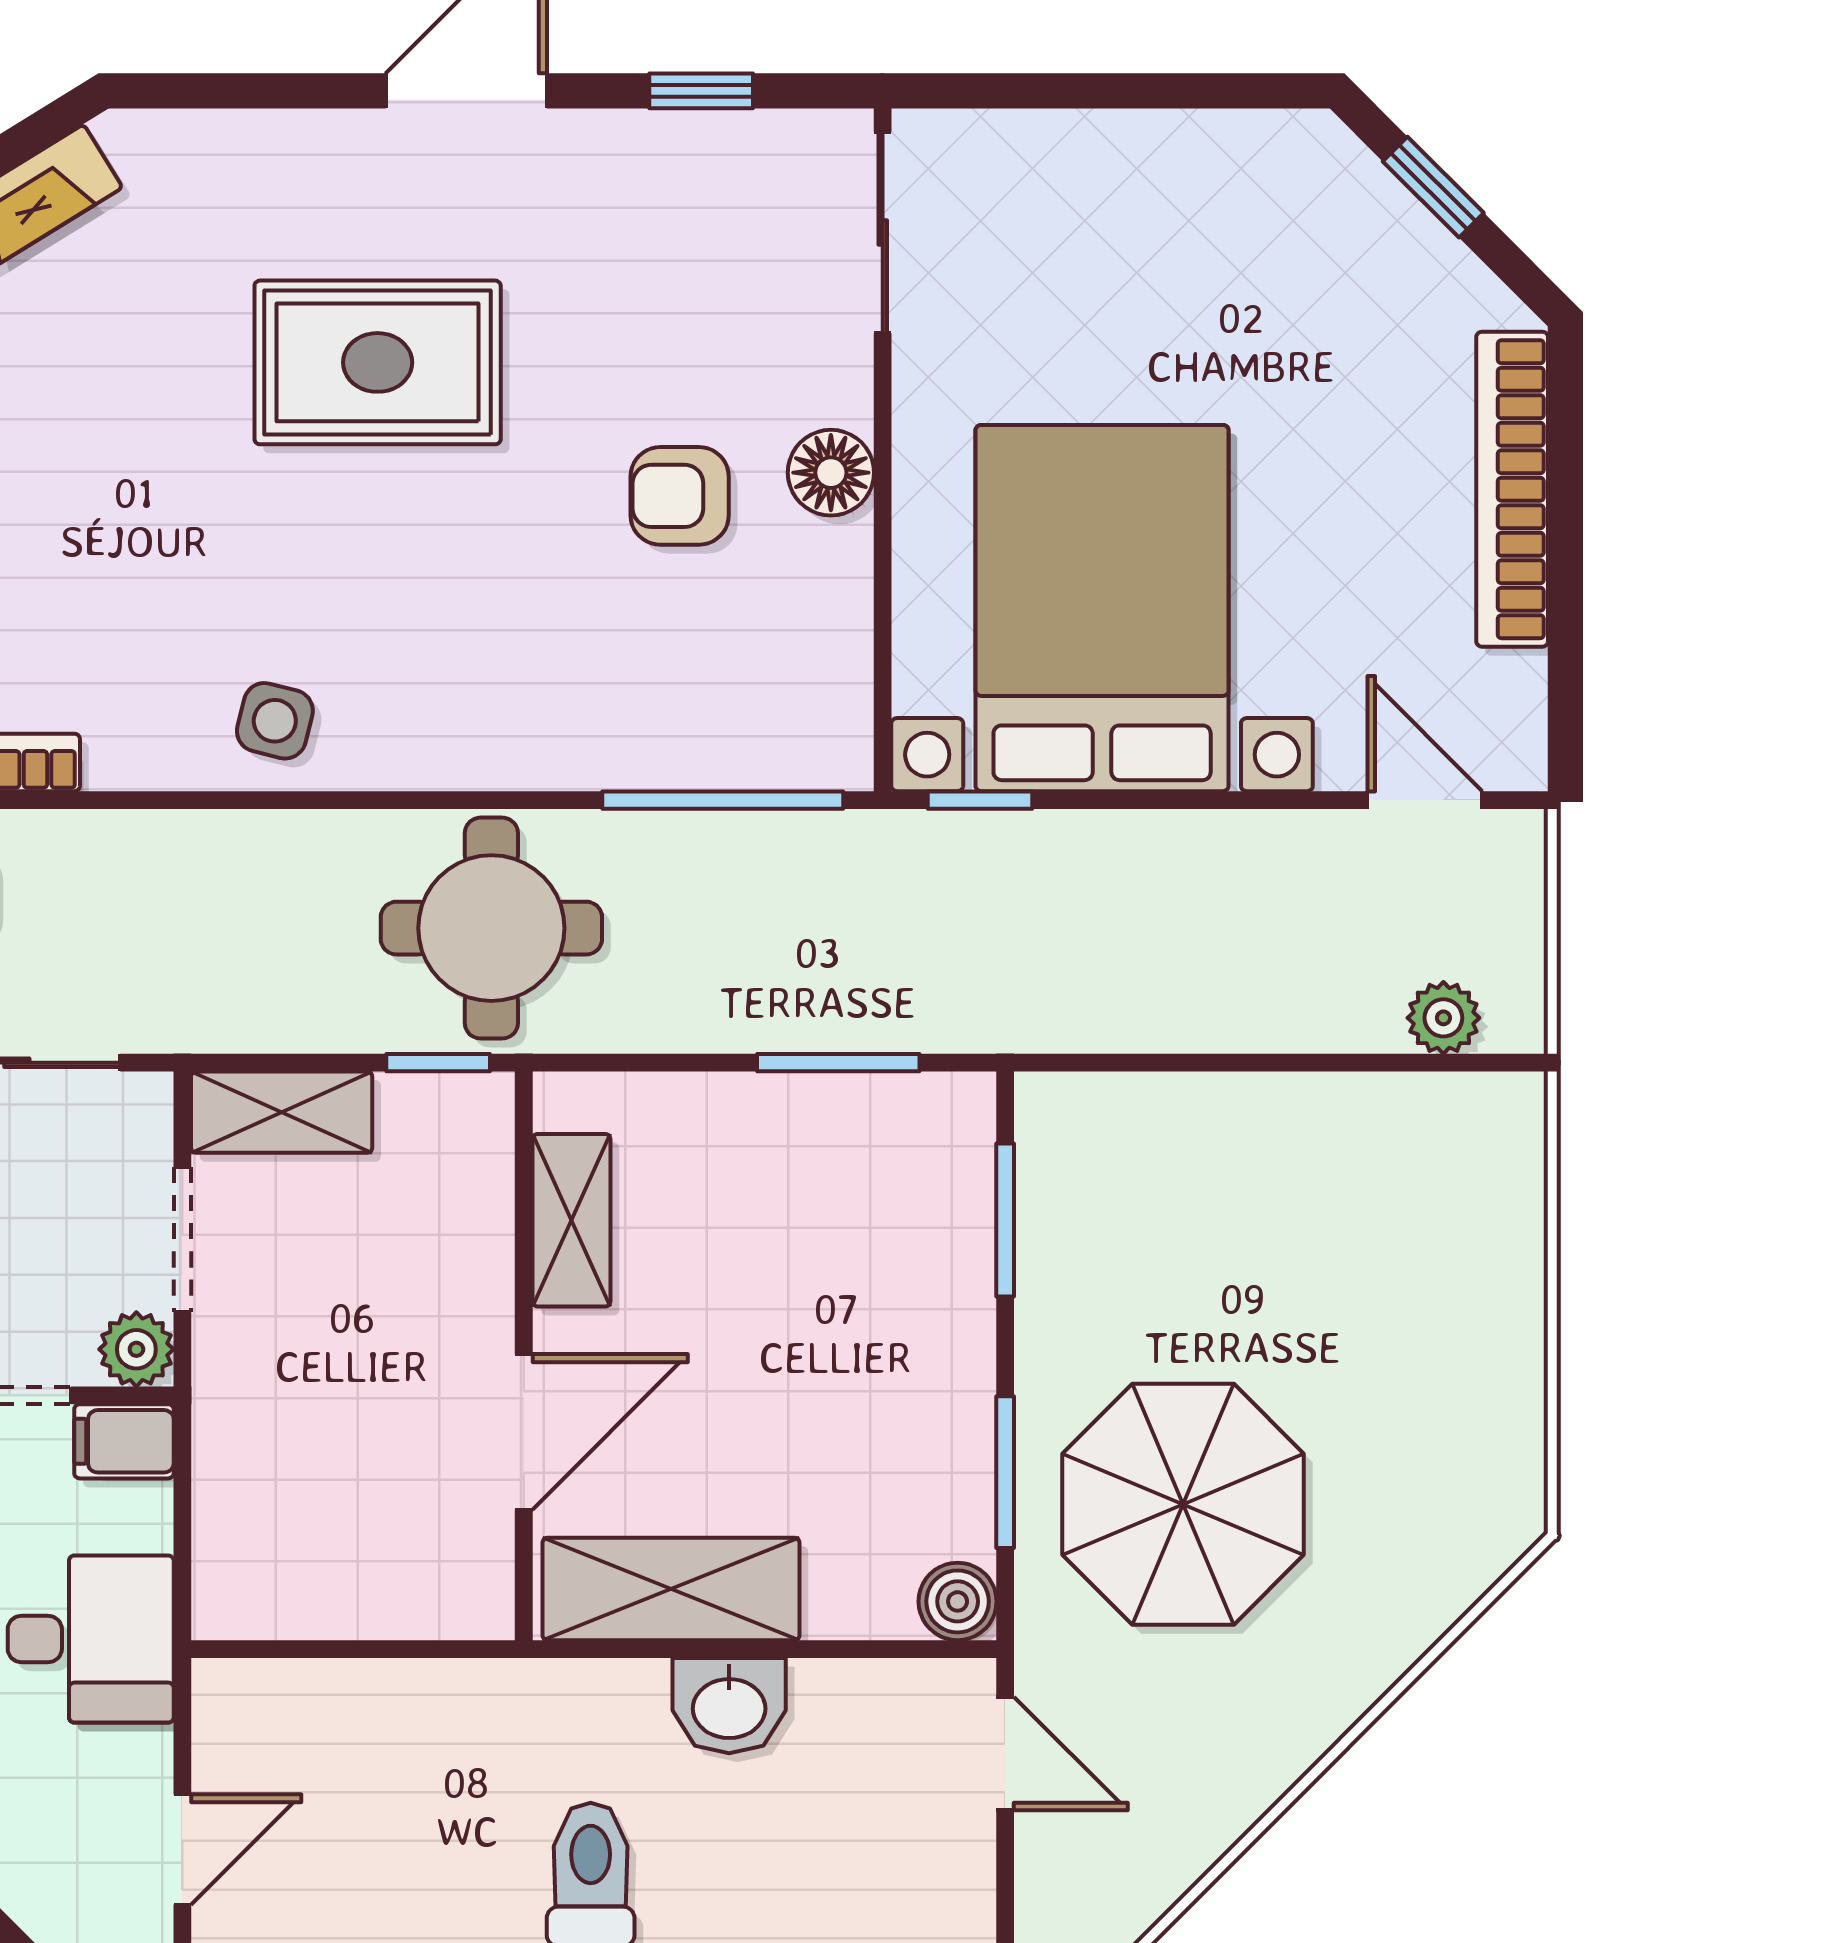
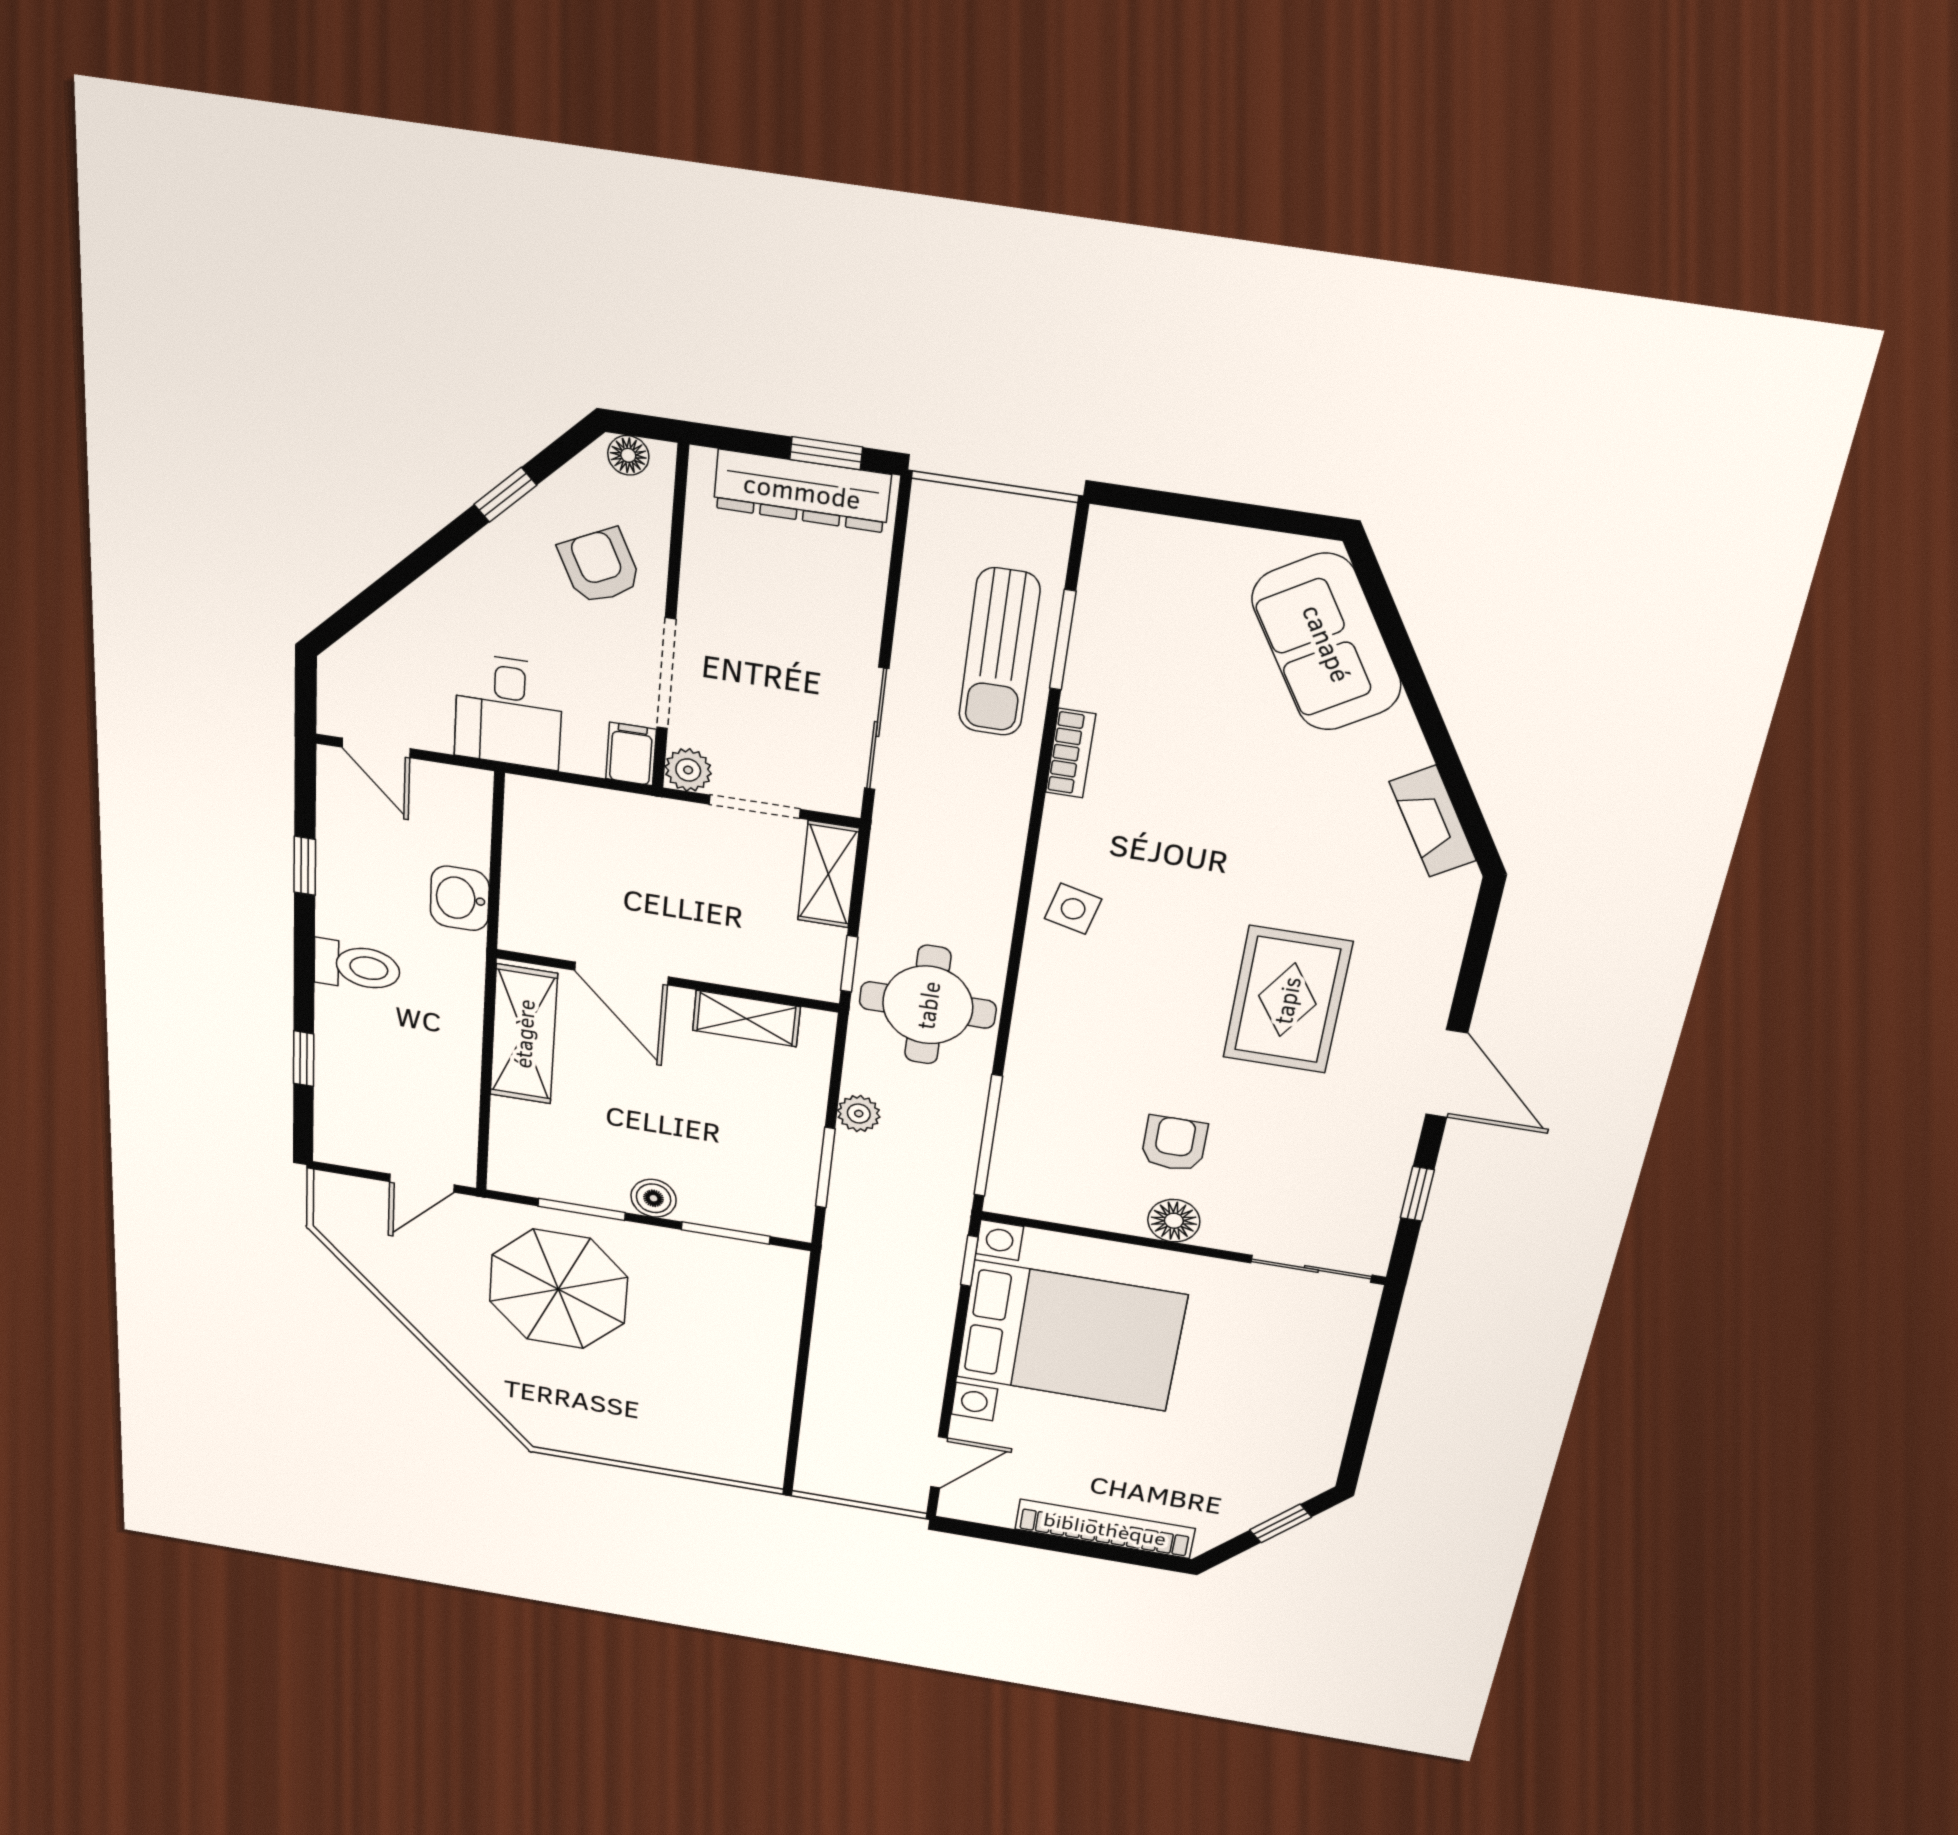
plant: (1443, 1018) -> (859, 1114), moved
boiler: (958, 1601) -> (654, 1198), moved
washbasin: (729, 1706) -> (460, 898), moved

